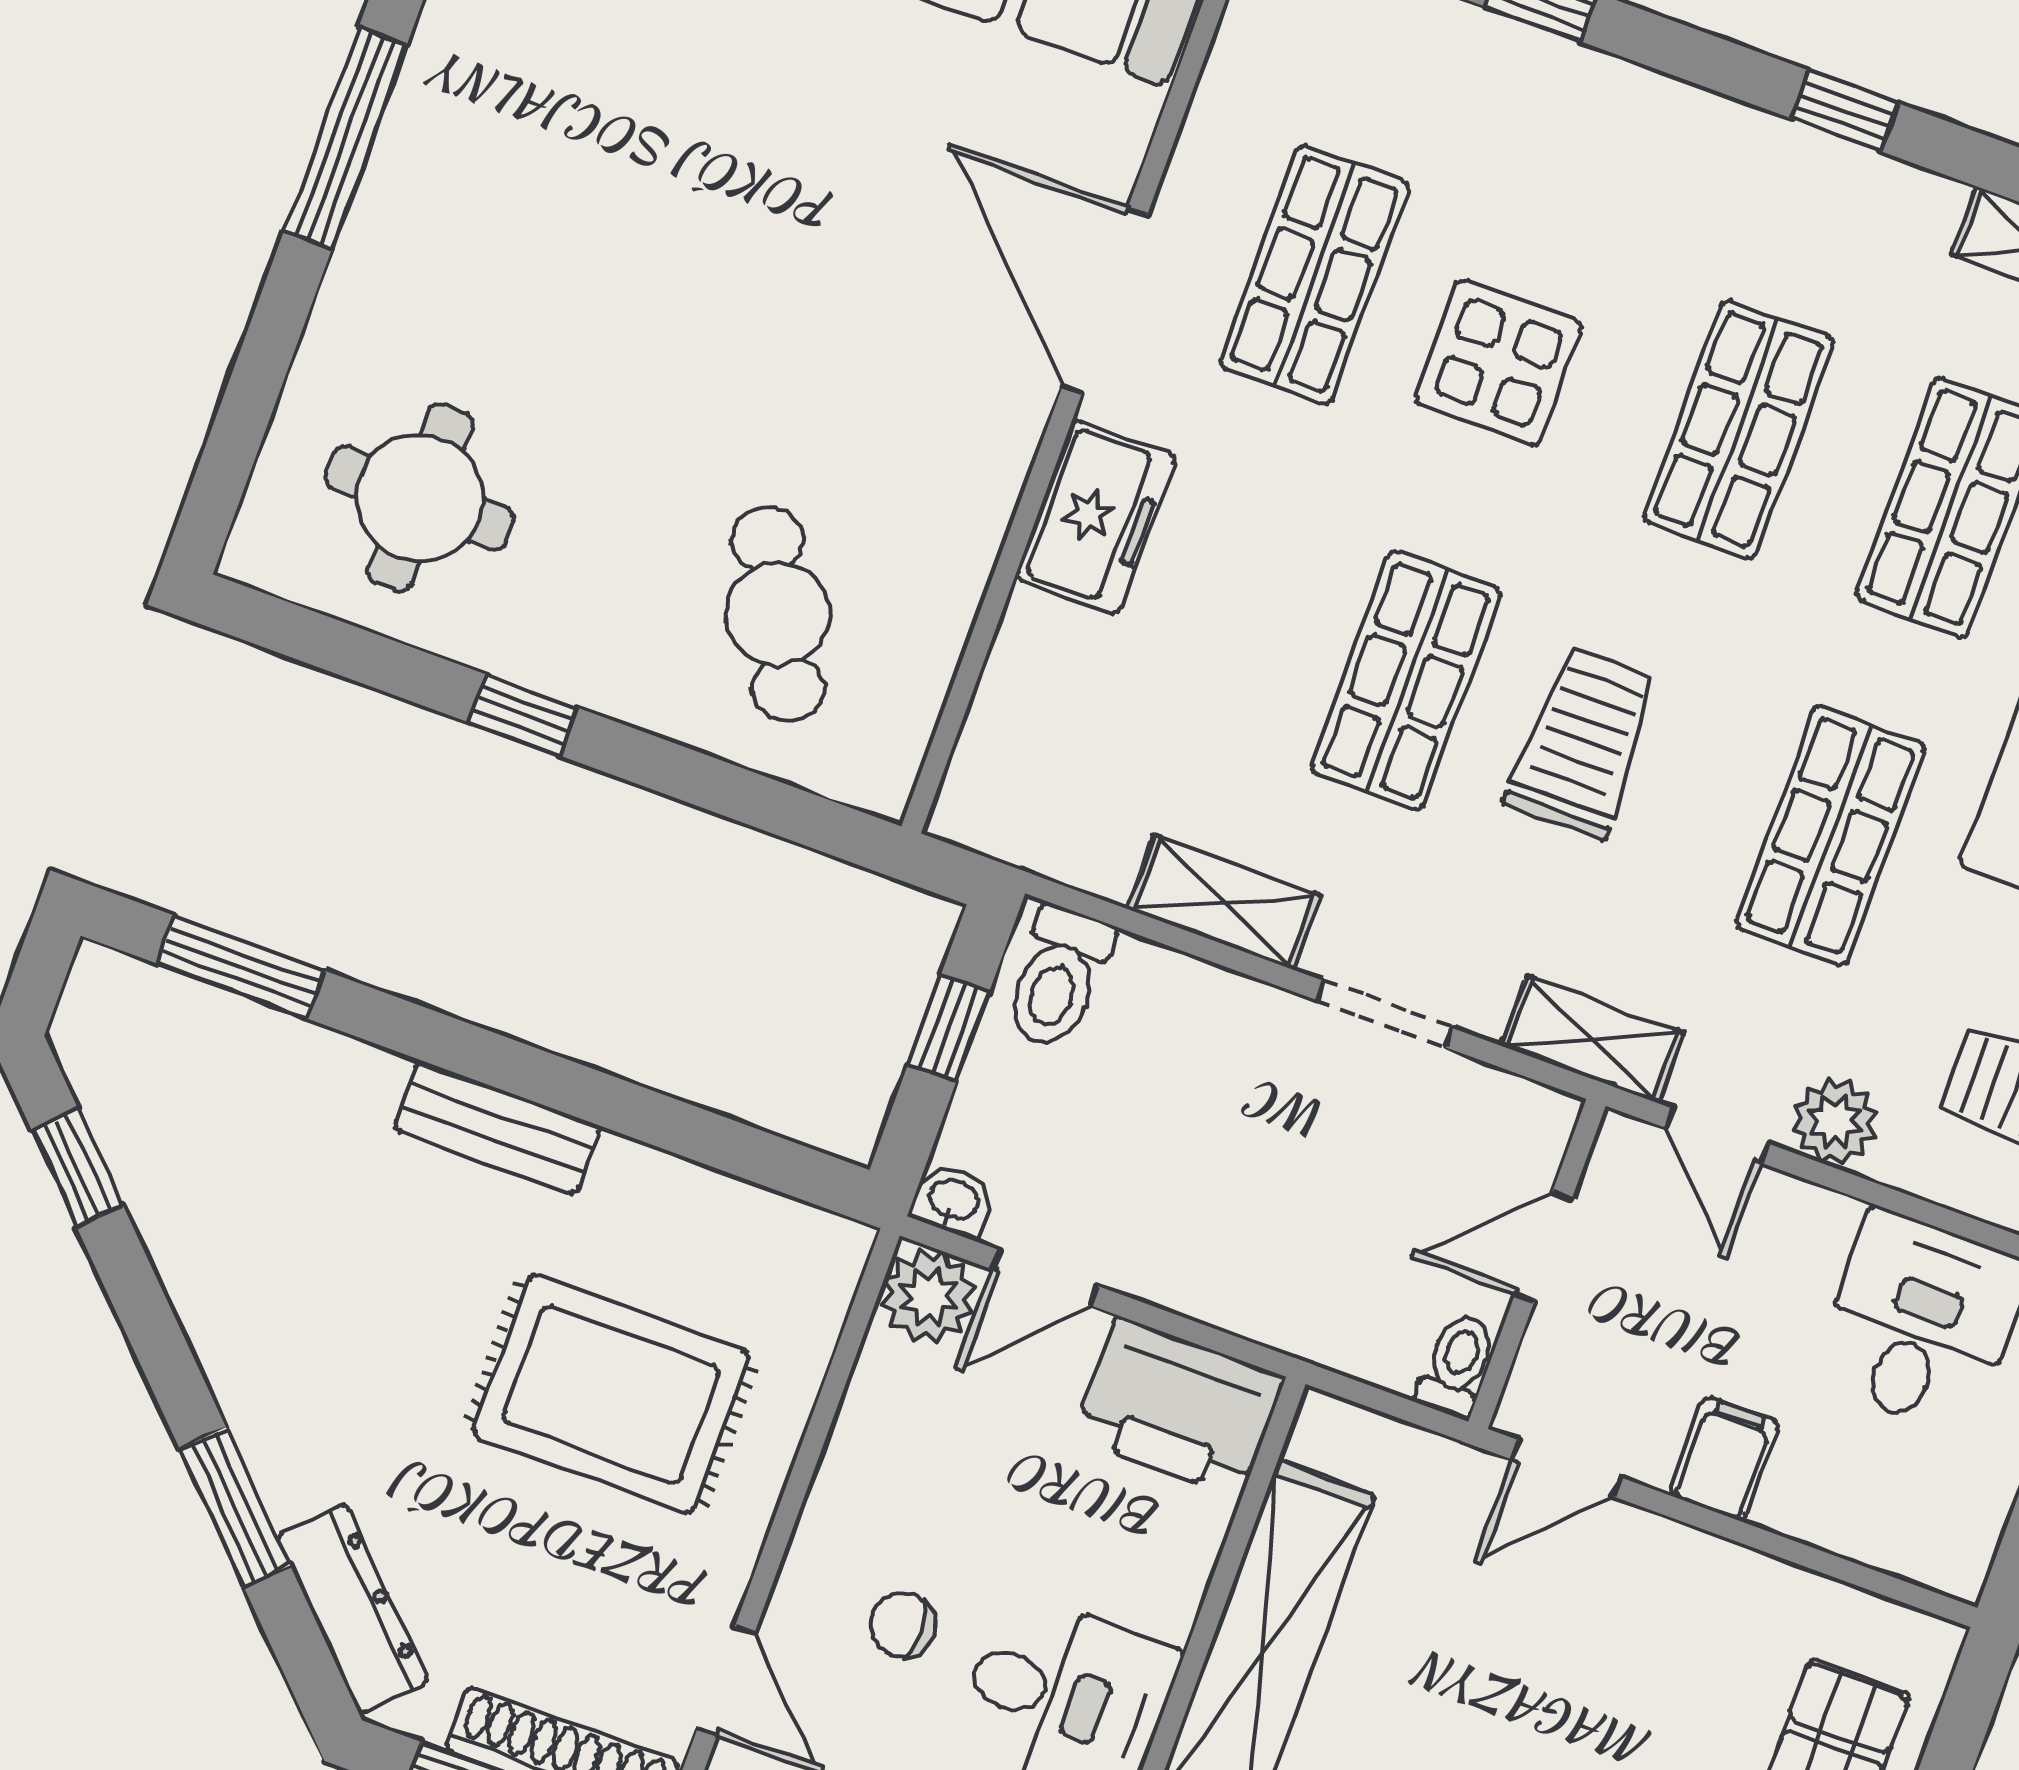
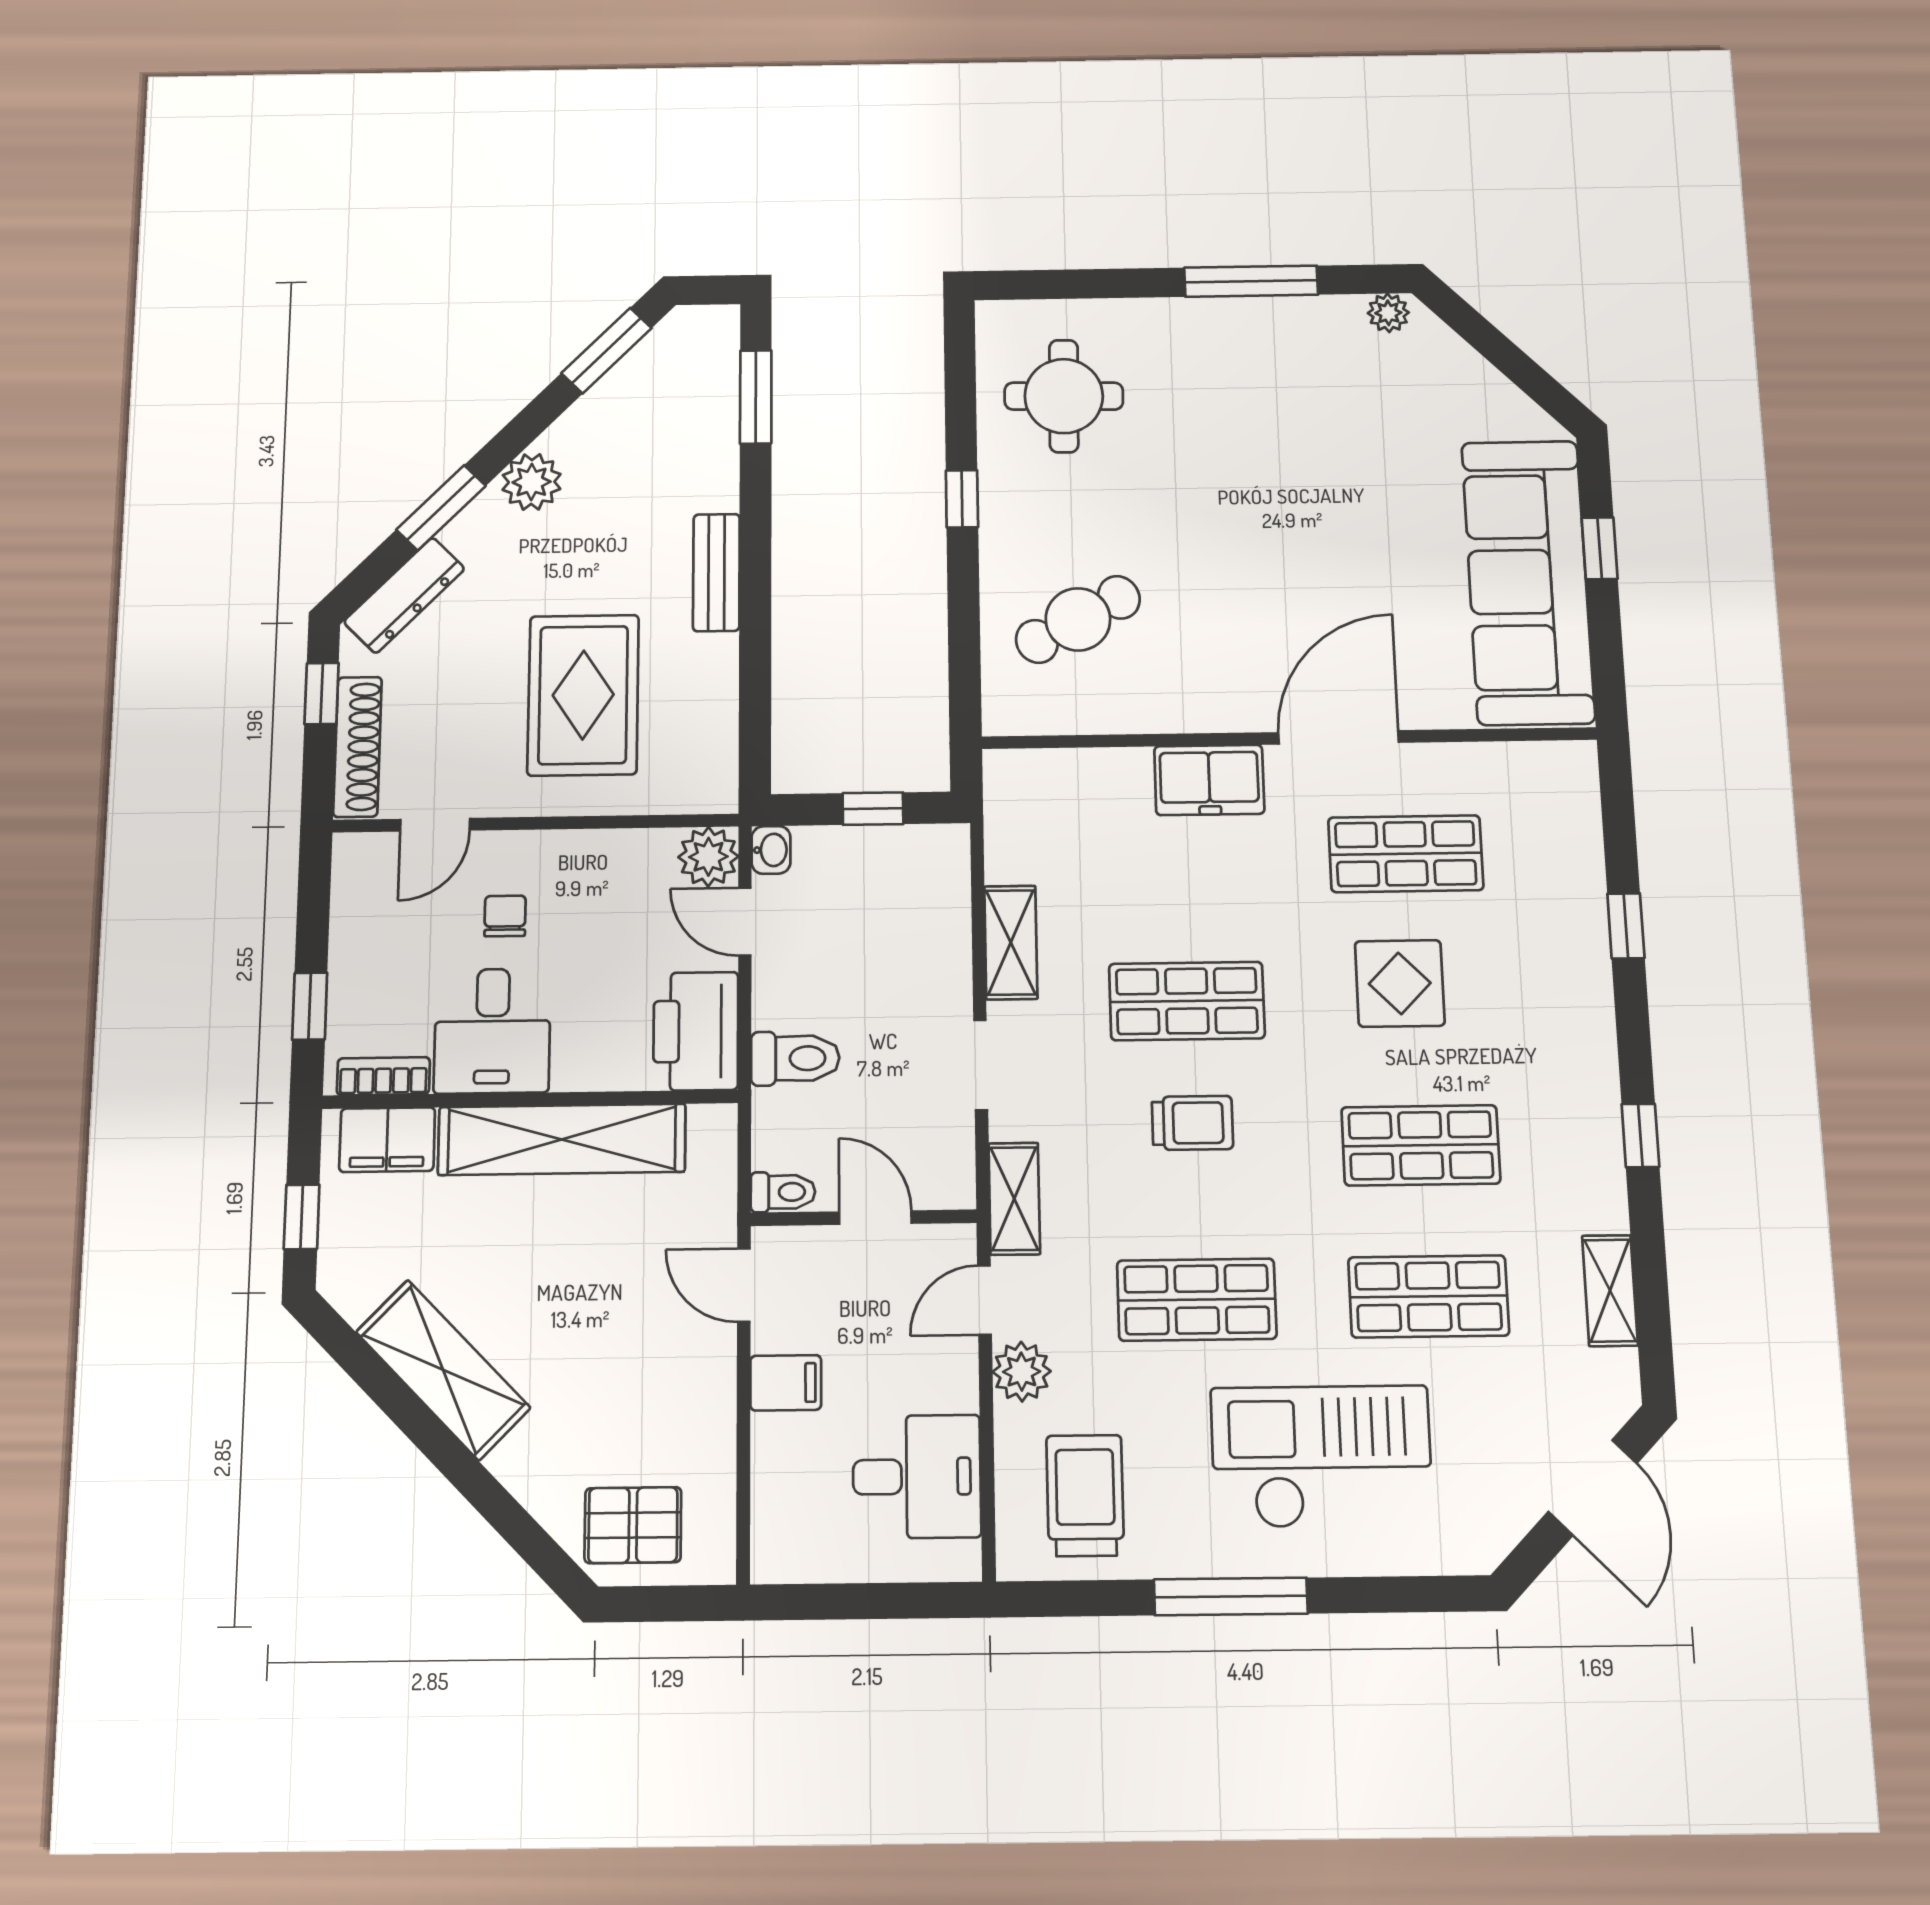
trolley: (1583, 743) -> (1192, 1123), width x0.73, depth x0.72
toilet: (1058, 978) -> (795, 1058), moved, turned 180
window: (78, 1168) -> (606, 351), width x1.50
plant: (246, 1356) -> (532, 482), added

